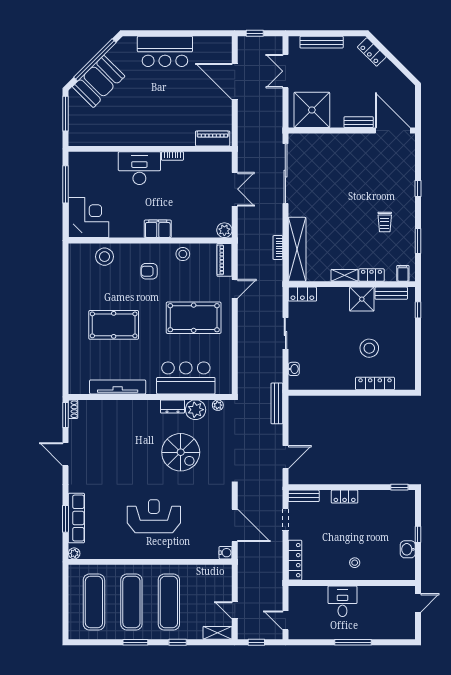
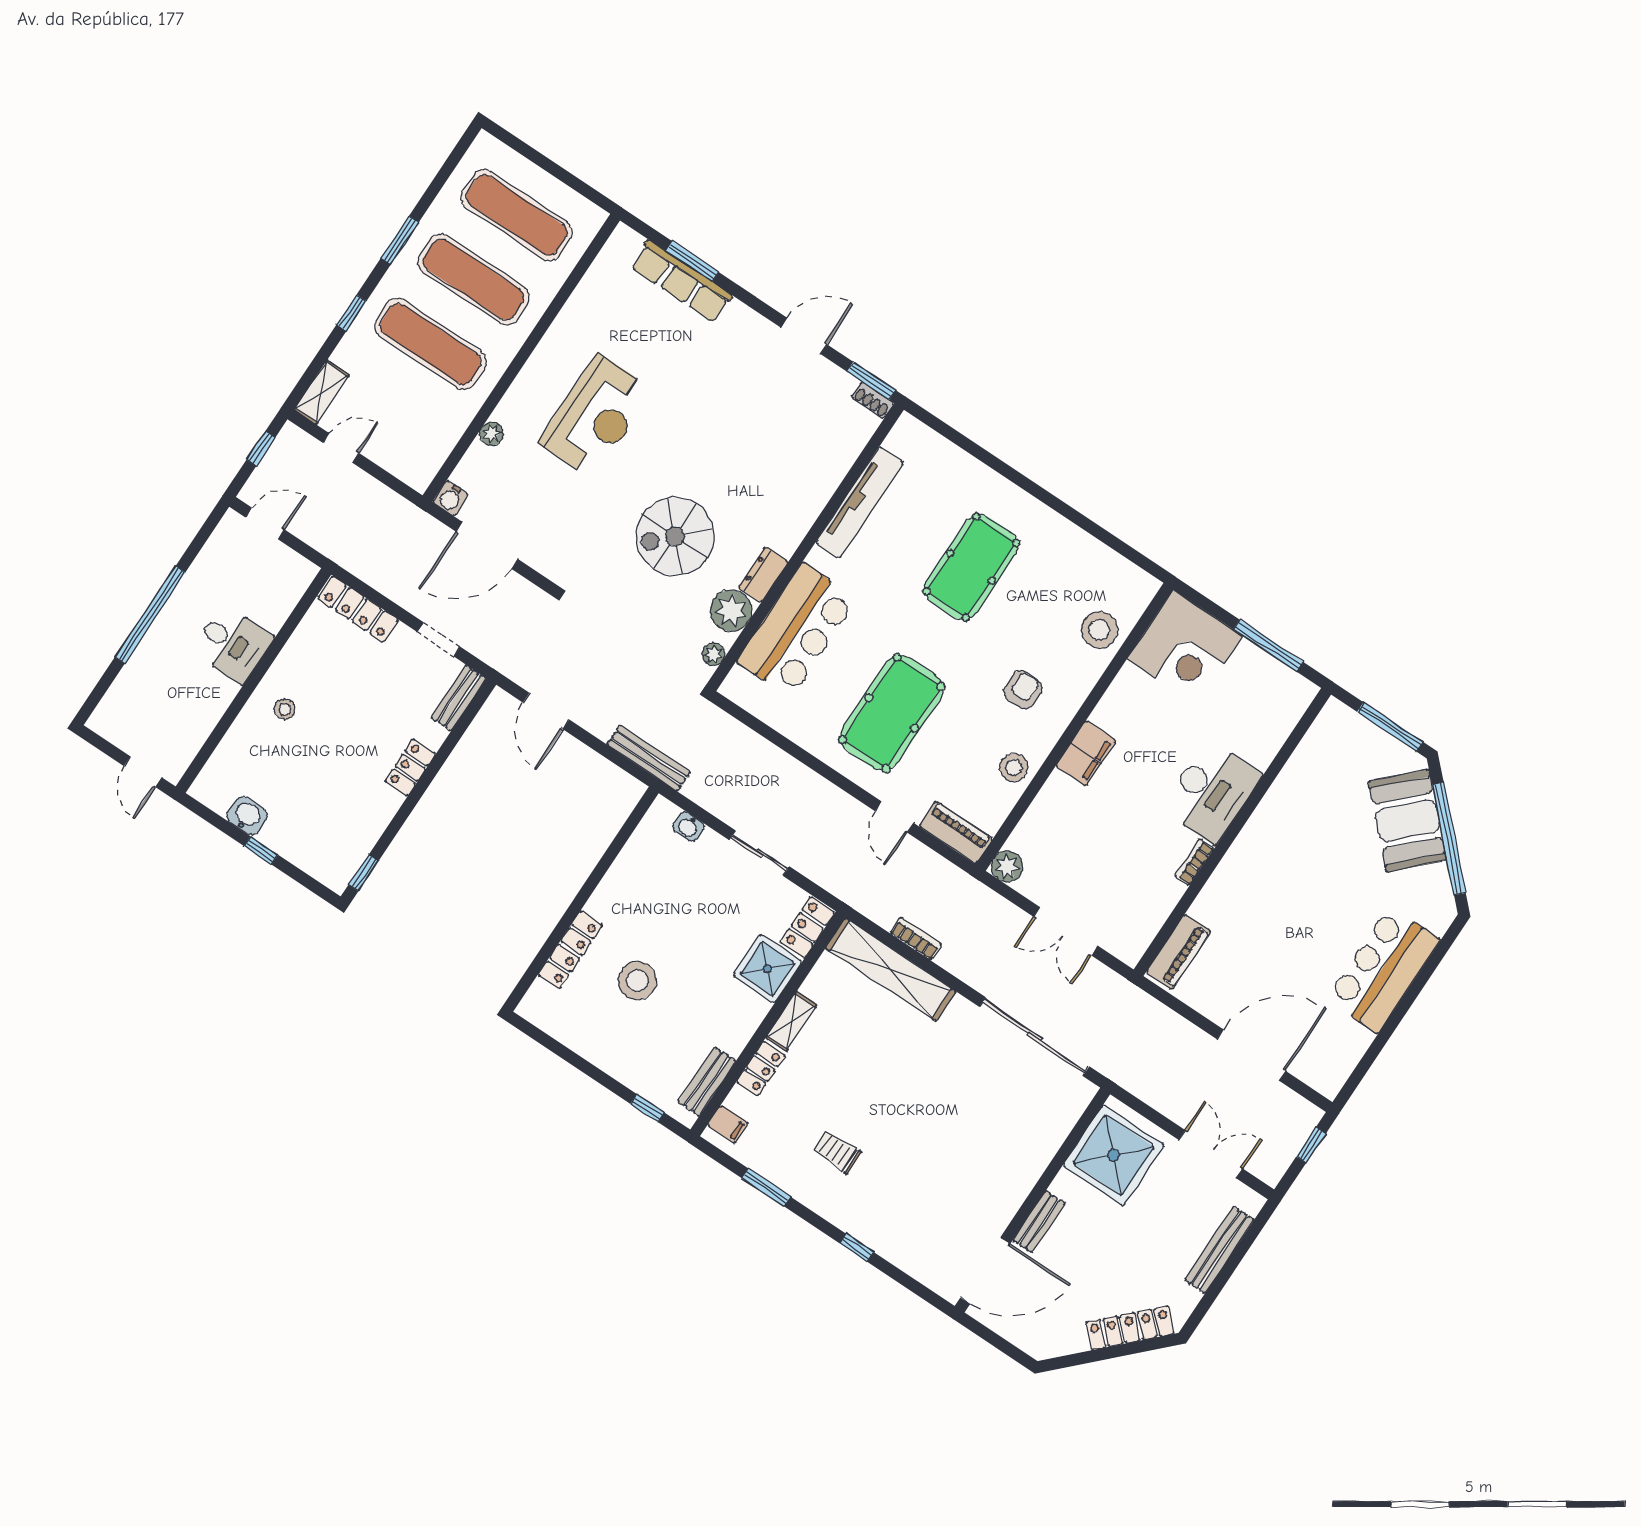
locker: (372, 52) -> (1130, 1328), width x1.53
shower: (362, 299) -> (767, 969), moved
plant: (74, 553) -> (492, 434), moved
window: (353, 642) -> (150, 615), width x1.46

